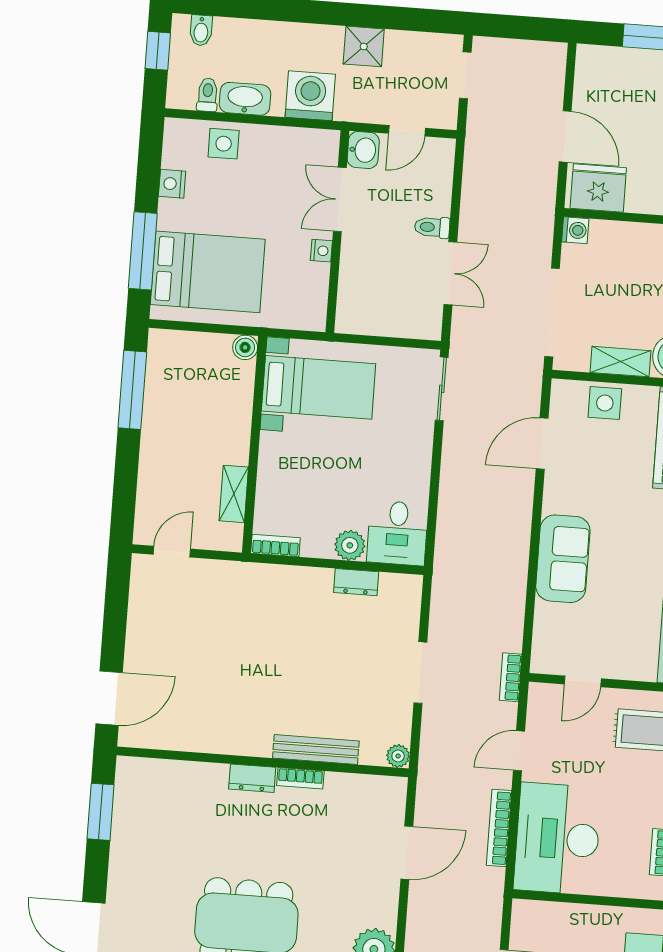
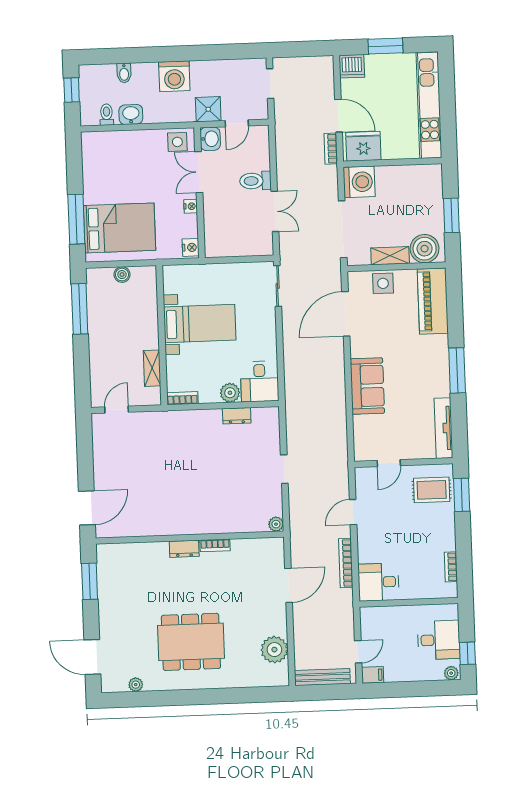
bidet: (201, 30) -> (124, 73), moved
shower: (364, 46) -> (208, 109), moved
dishwasher: (594, 63) -> (352, 66), added
washing machine: (310, 96) -> (174, 76), moved, turned 180
washbasin: (245, 99) -> (131, 114), width x0.72
side table: (224, 144) -> (177, 142), moved
nightstand: (172, 184) -> (191, 247), moved, turned 180
toilet: (432, 227) -> (255, 181), width x1.37, depth x1.39
washing machine: (575, 230) -> (359, 182), width x1.89, depth x1.89
boiler: (245, 347) -> (122, 275), moved
bed with nightstands: (319, 387) -> (200, 324), moved
door: (542, 444) -> (346, 314), width x1.36
doorway: (420, 673) -> (284, 469), width x0.73
bookcase: (511, 677) -> (331, 149), moved
bench: (316, 750) -> (223, 526), removed
desk: (557, 839) -> (379, 582), width x0.53, depth x0.77

